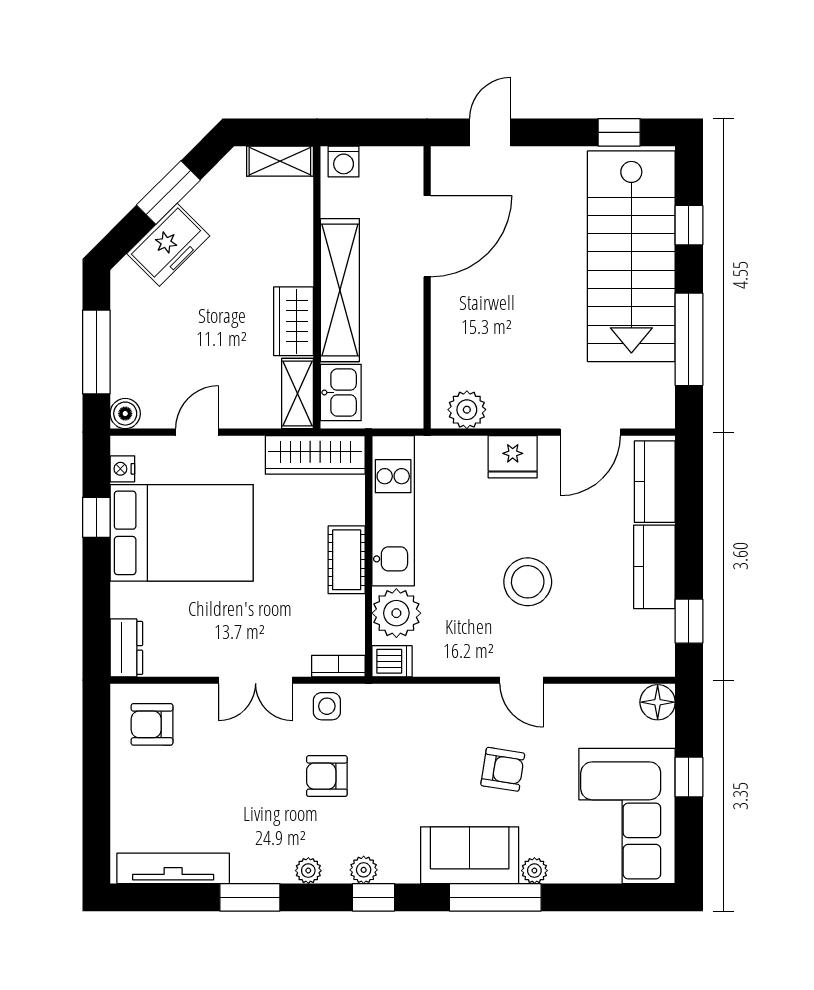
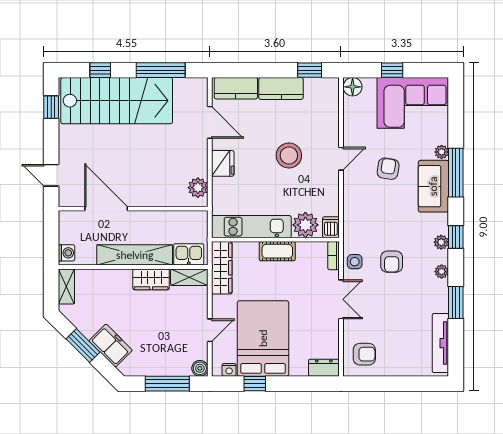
door: (197, 432) -> (210, 330), swing flipped
armchair: (152, 724) -> (364, 354), turned -90

